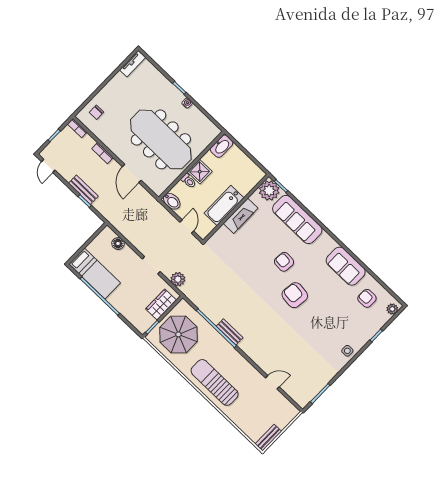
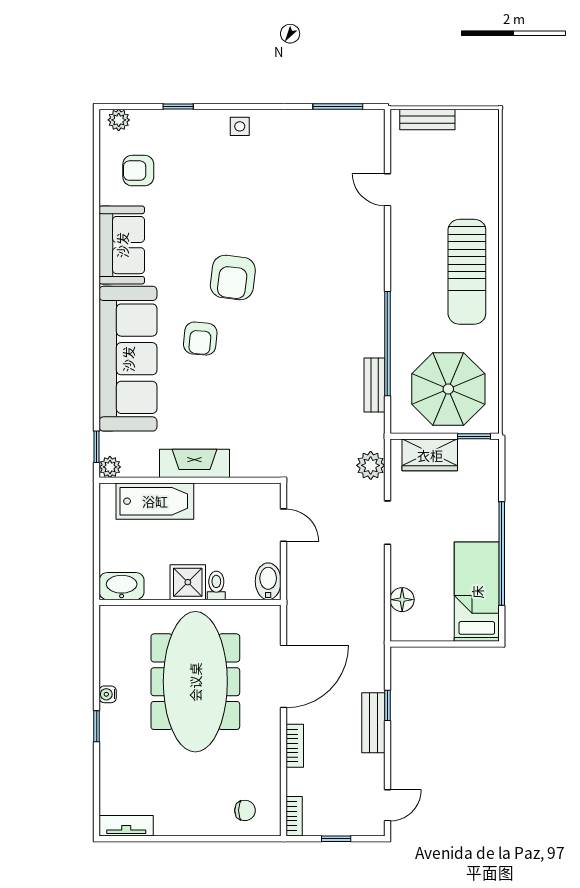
door: (132, 173) -> (284, 676), width x1.36
plant: (269, 191) -> (110, 467), width x0.53, depth x0.53
bathtub: (224, 205) -> (155, 501), moved
sofa: (297, 219) -> (128, 359), width x1.36, depth x1.27
door: (187, 227) -> (284, 525), swing flipped
armchair: (367, 298) -> (138, 171), turned 90
bench: (230, 332) -> (374, 385), moved
bench: (268, 438) -> (427, 119), moved

